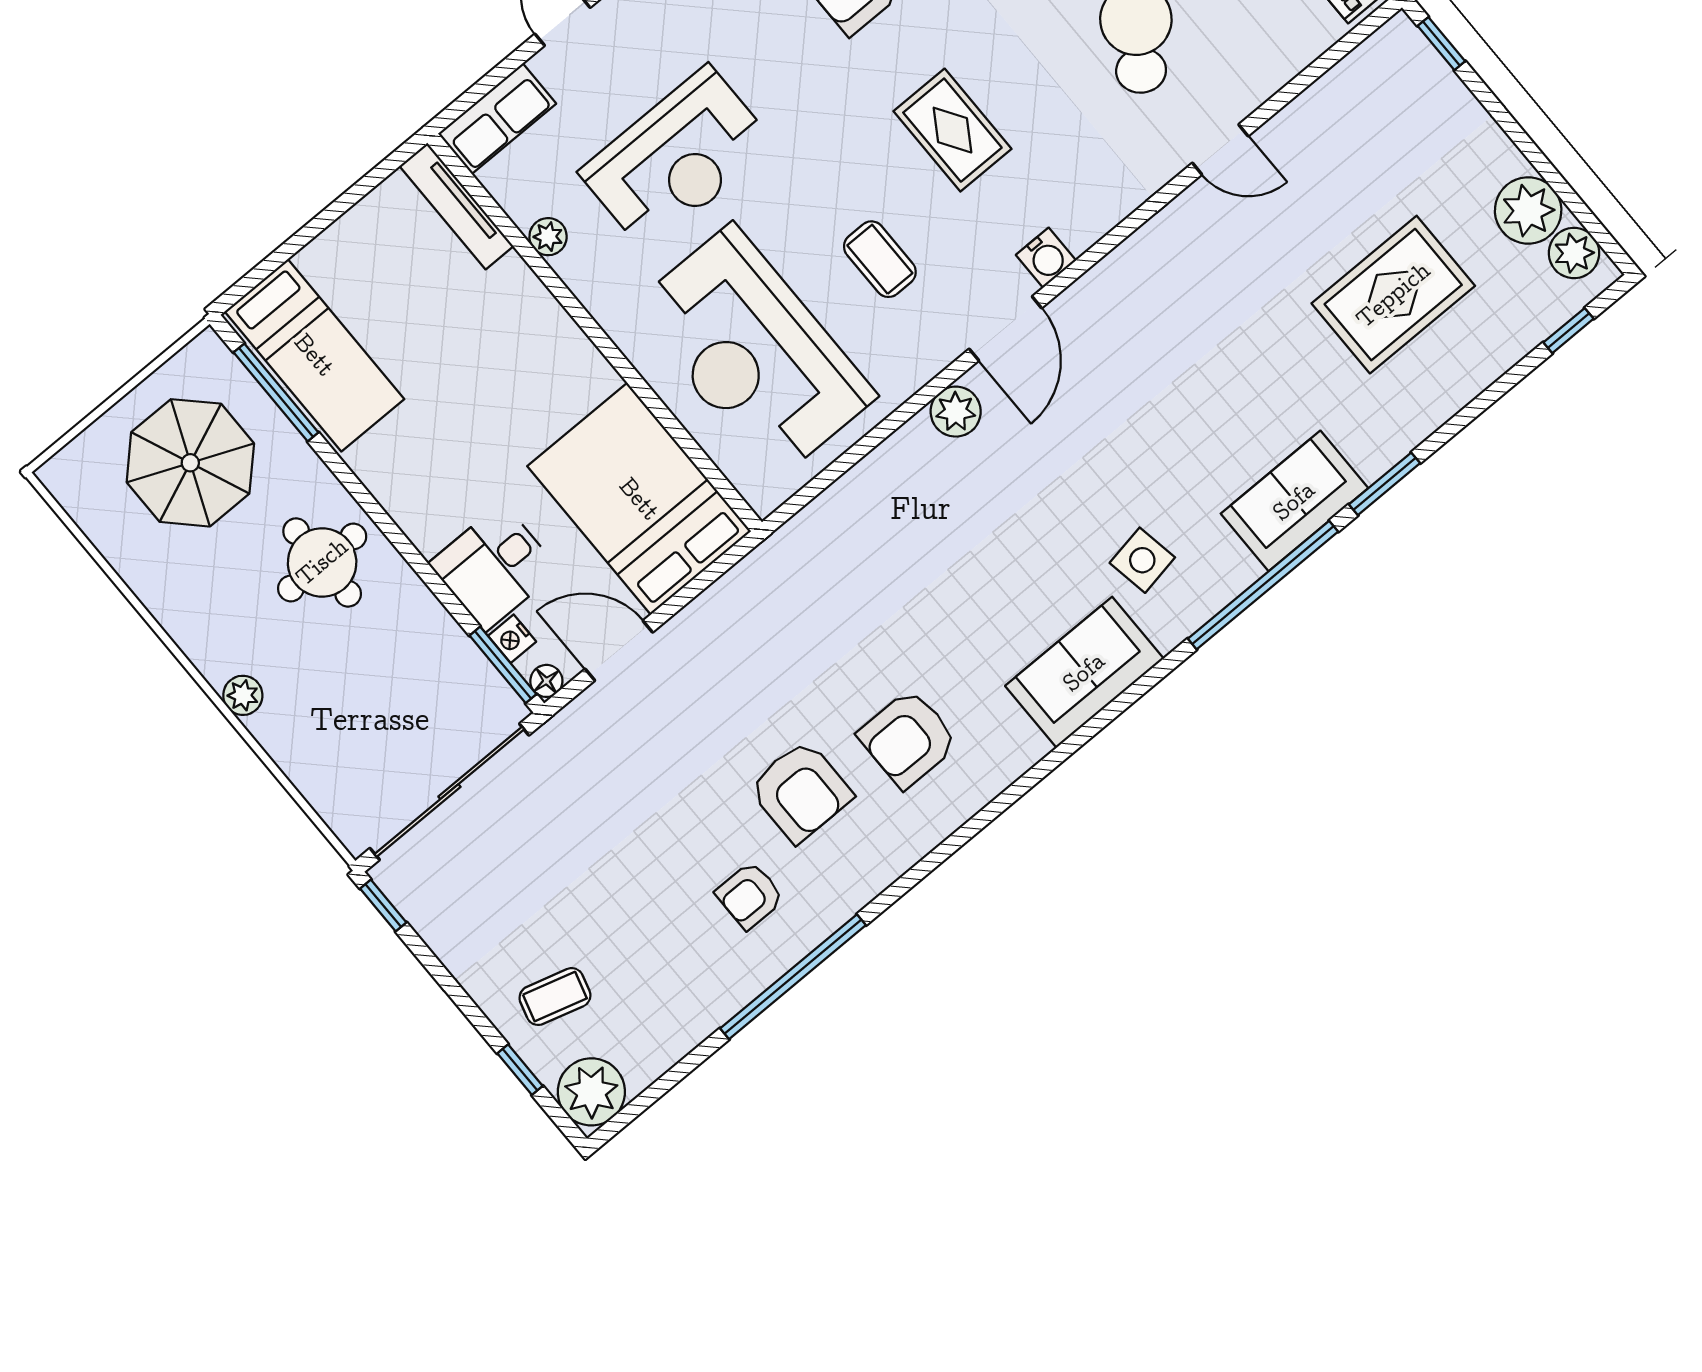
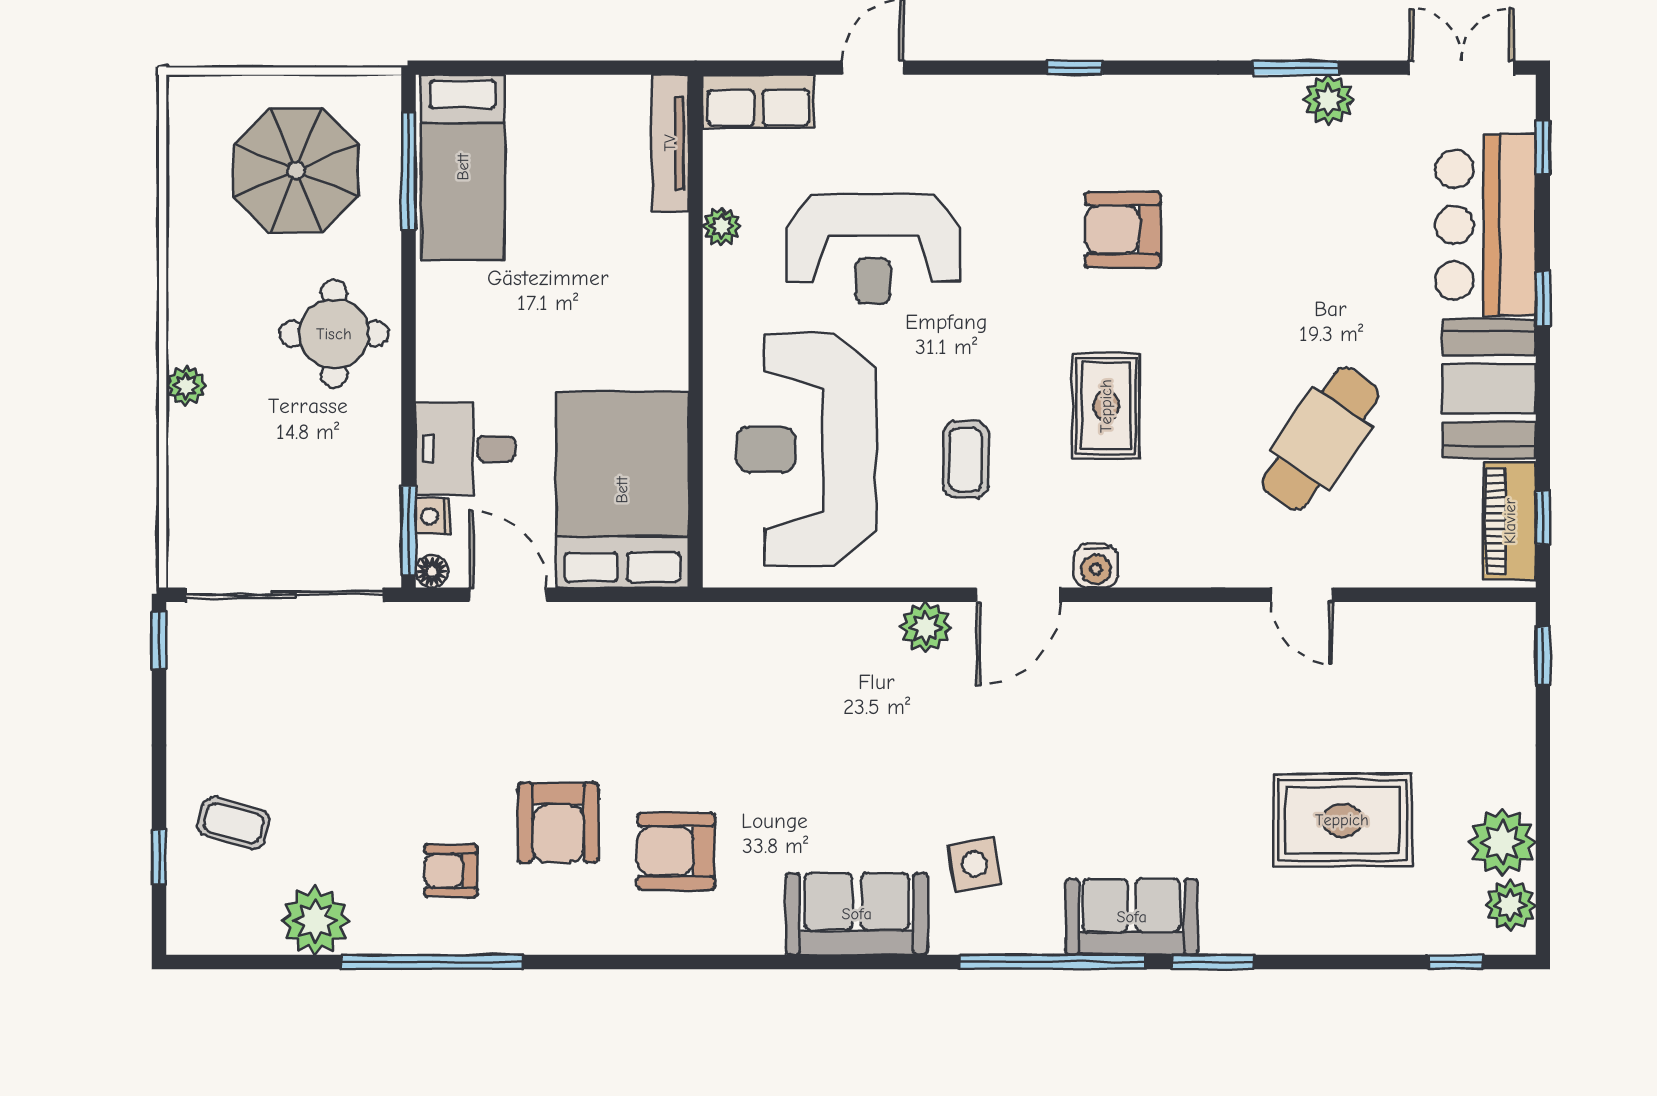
plant: (591, 1092) -> (315, 921), moved

